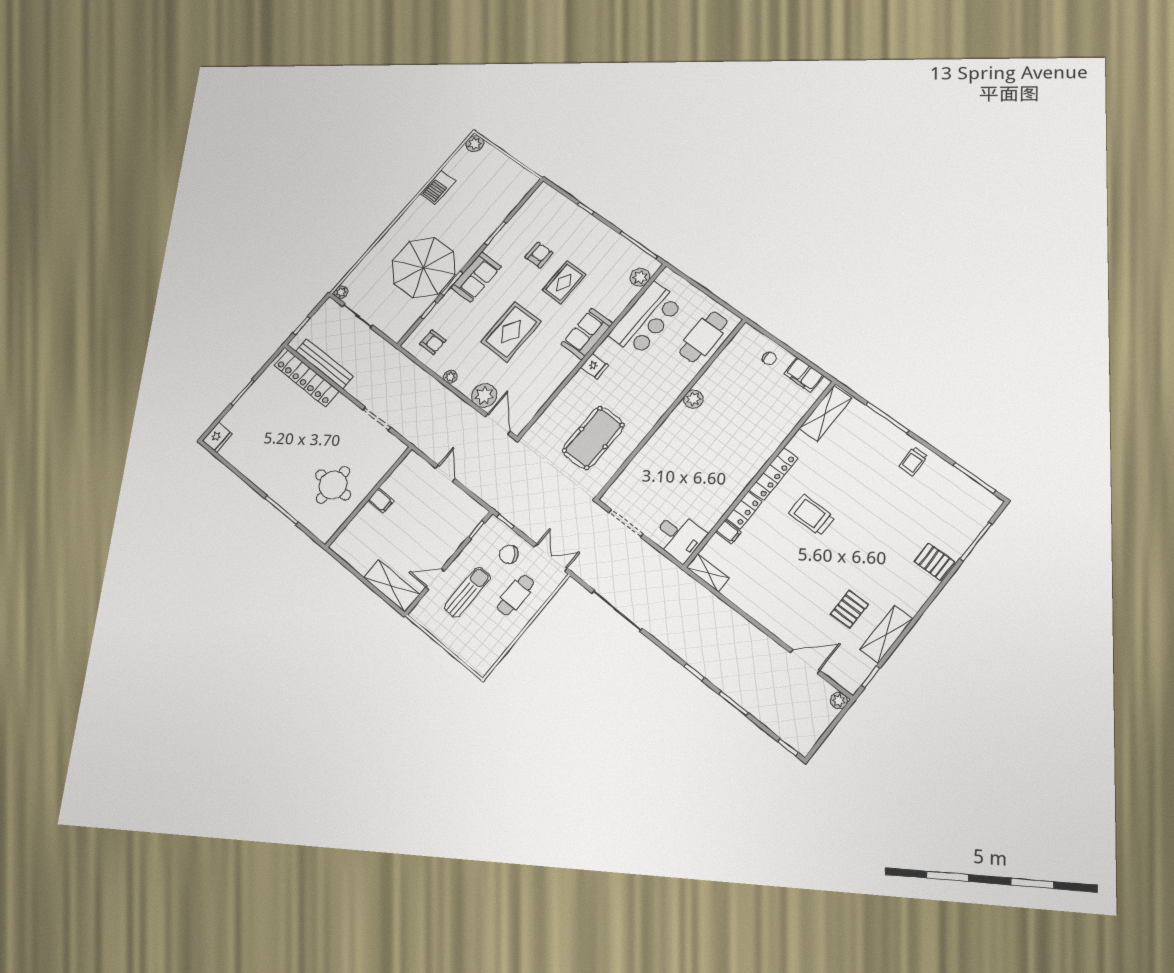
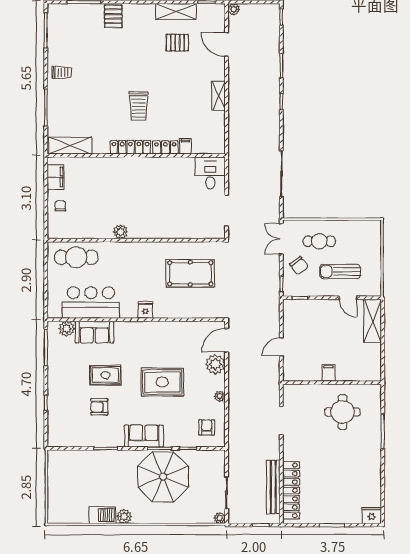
plant: (475, 144) -> (124, 516), moved
sofa: (587, 334) -> (94, 332), moved
shelving: (708, 573) -> (219, 96), moved

